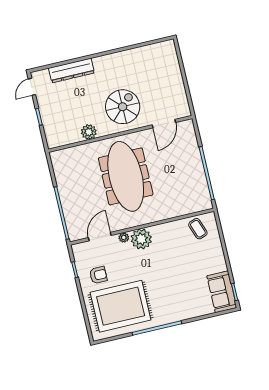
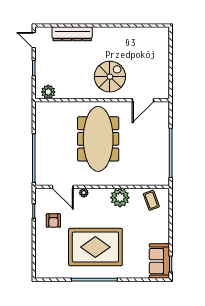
door: (32, 87) -> (34, 40), hinge flipped
plant: (89, 132) -> (48, 92), moved
door: (100, 237) -> (63, 187), swing flipped
plant: (141, 239) -> (120, 198), moved
armchair: (98, 275) -> (53, 221), turned 90
rug: (121, 306) -> (95, 247), moved

